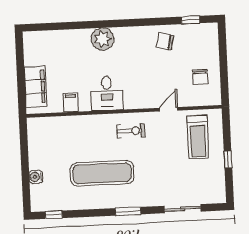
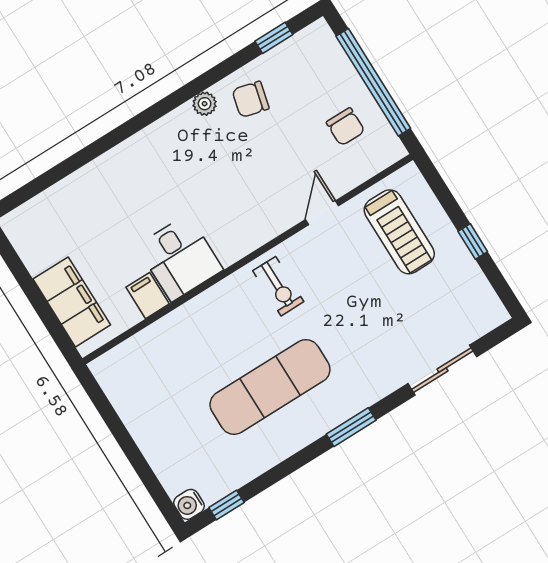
plant: (103, 39) -> (205, 104), moved, width x0.53, depth x0.53
window: (223, 64) -> (373, 82), added
desk: (107, 93) -> (180, 258), moved
exercise bike: (131, 131) -> (278, 286), turned 90
water cooler: (36, 177) -> (189, 504), moved

